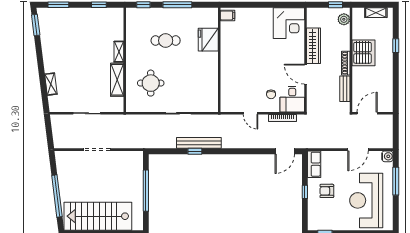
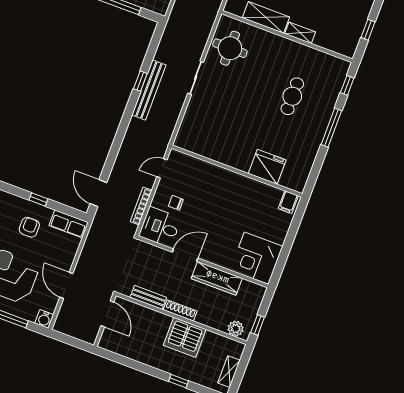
filing cabinet: (227, 15) -> (288, 202), moved
fridge: (208, 40) -> (267, 167), moved
wall: (219, 60) -> (237, 171), moved
round table: (151, 83) -> (230, 48), moved

